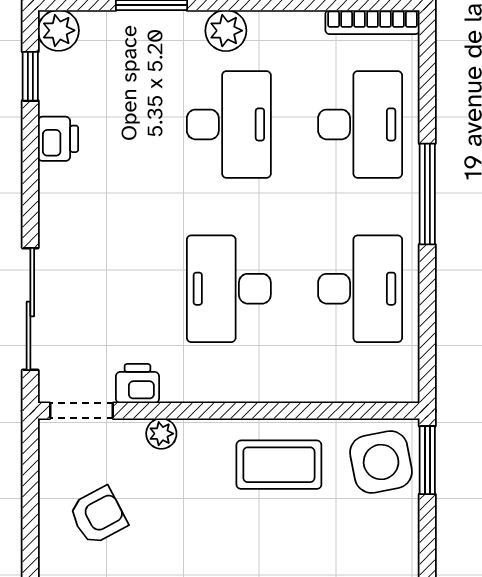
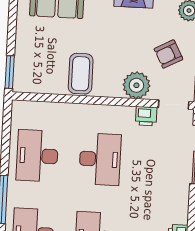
plant: (161, 434) -> (136, 85), width x1.88, depth x1.88
side table: (381, 462) -> (32, 72), removed
coffee table: (279, 465) -> (81, 74), turned 90

